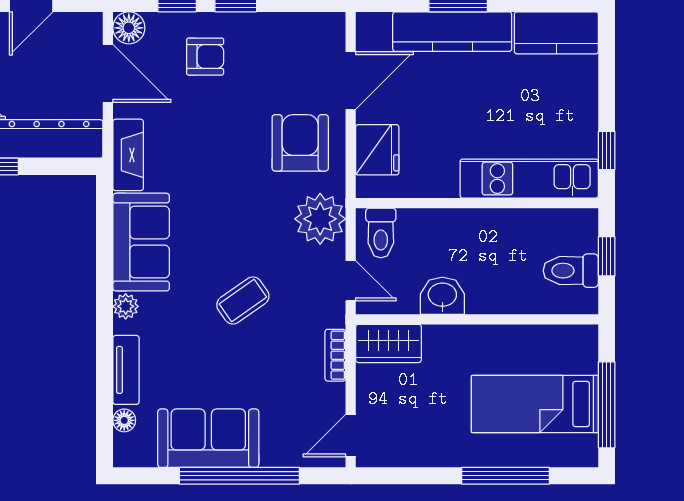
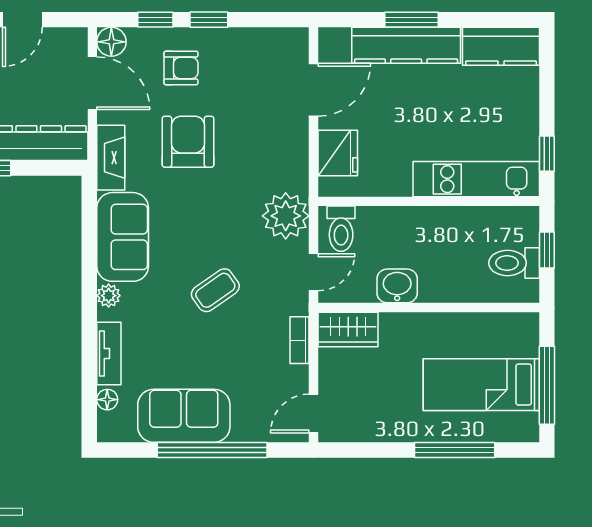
armchair: (300, 143) -> (188, 142), moved
door: (351, 281) -> (314, 272), hinge flipped

